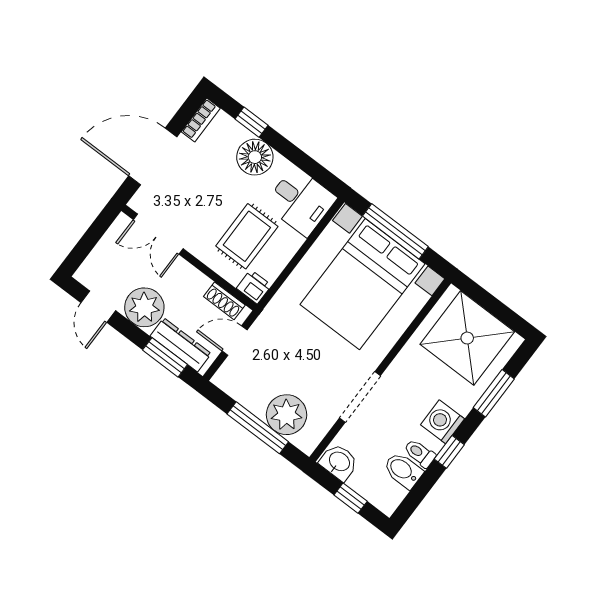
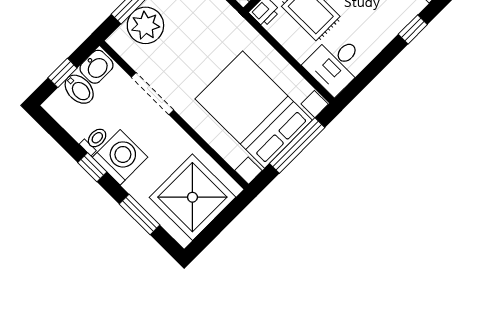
floor lamp: (255, 157) -> (381, 28), removed
washing machine: (443, 422) -> (120, 157), width x1.37, depth x1.37
bidet: (403, 470) -> (79, 89), moved, turned 90

